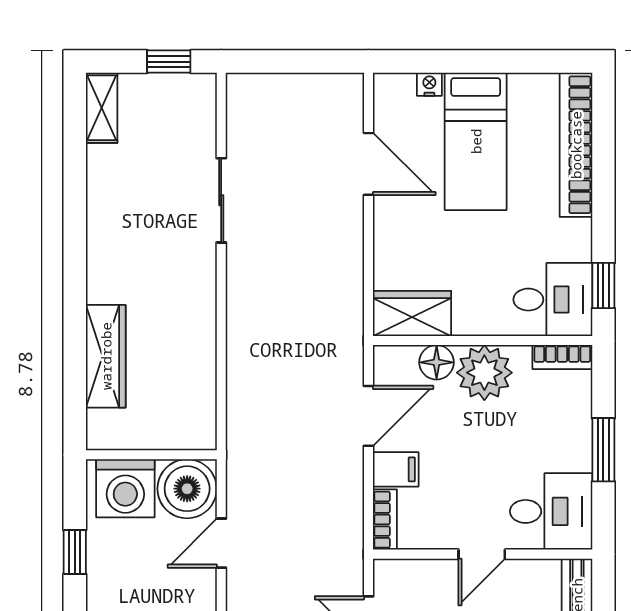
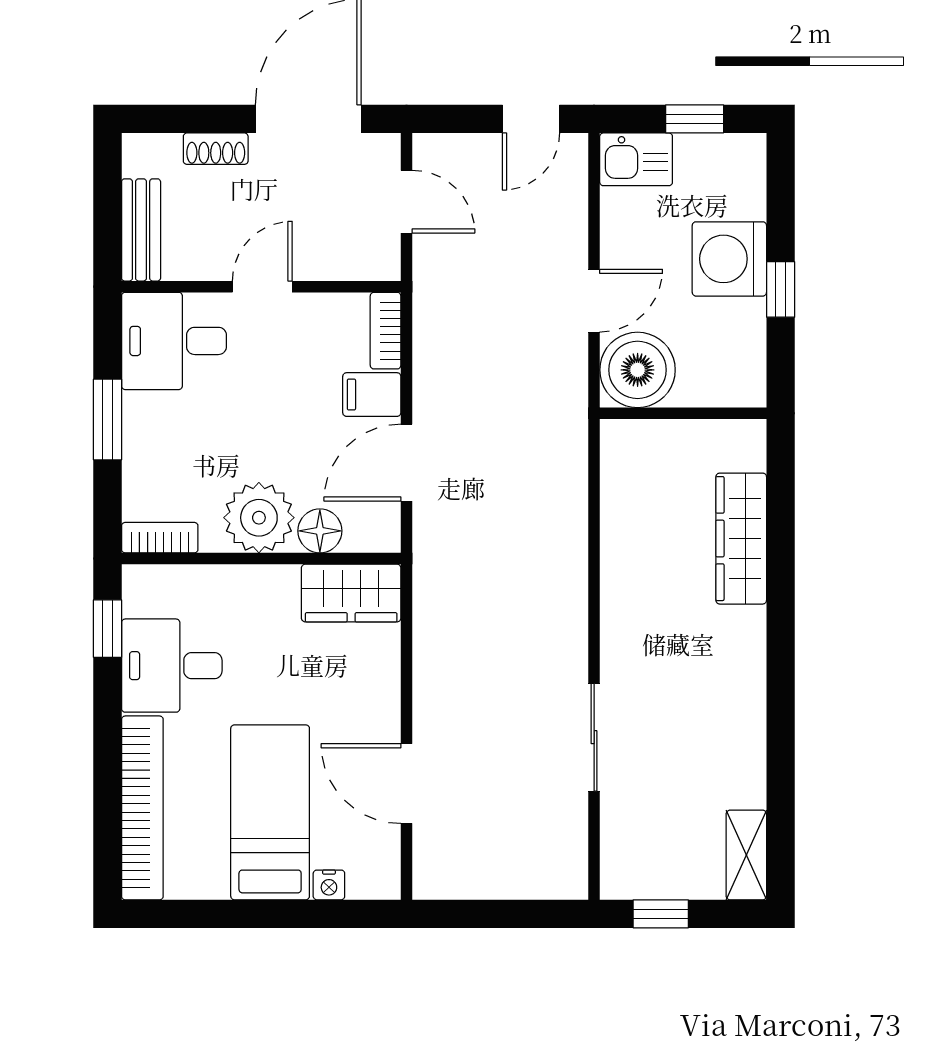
desk: (553, 300) -> (172, 666), moved
washing machine: (125, 488) -> (729, 259), moved, turned -90

